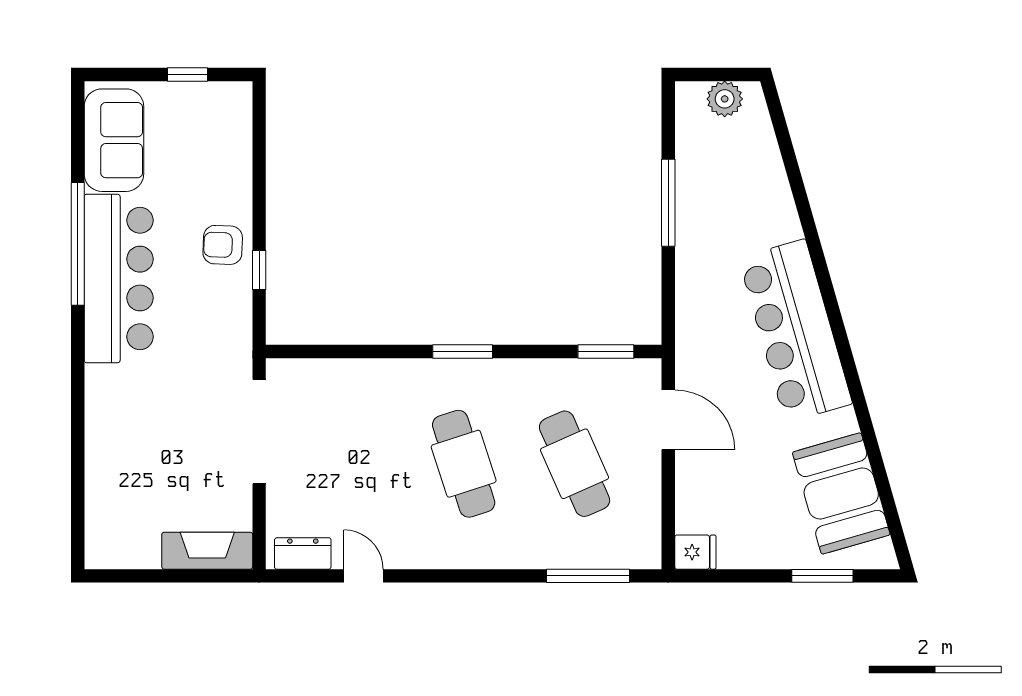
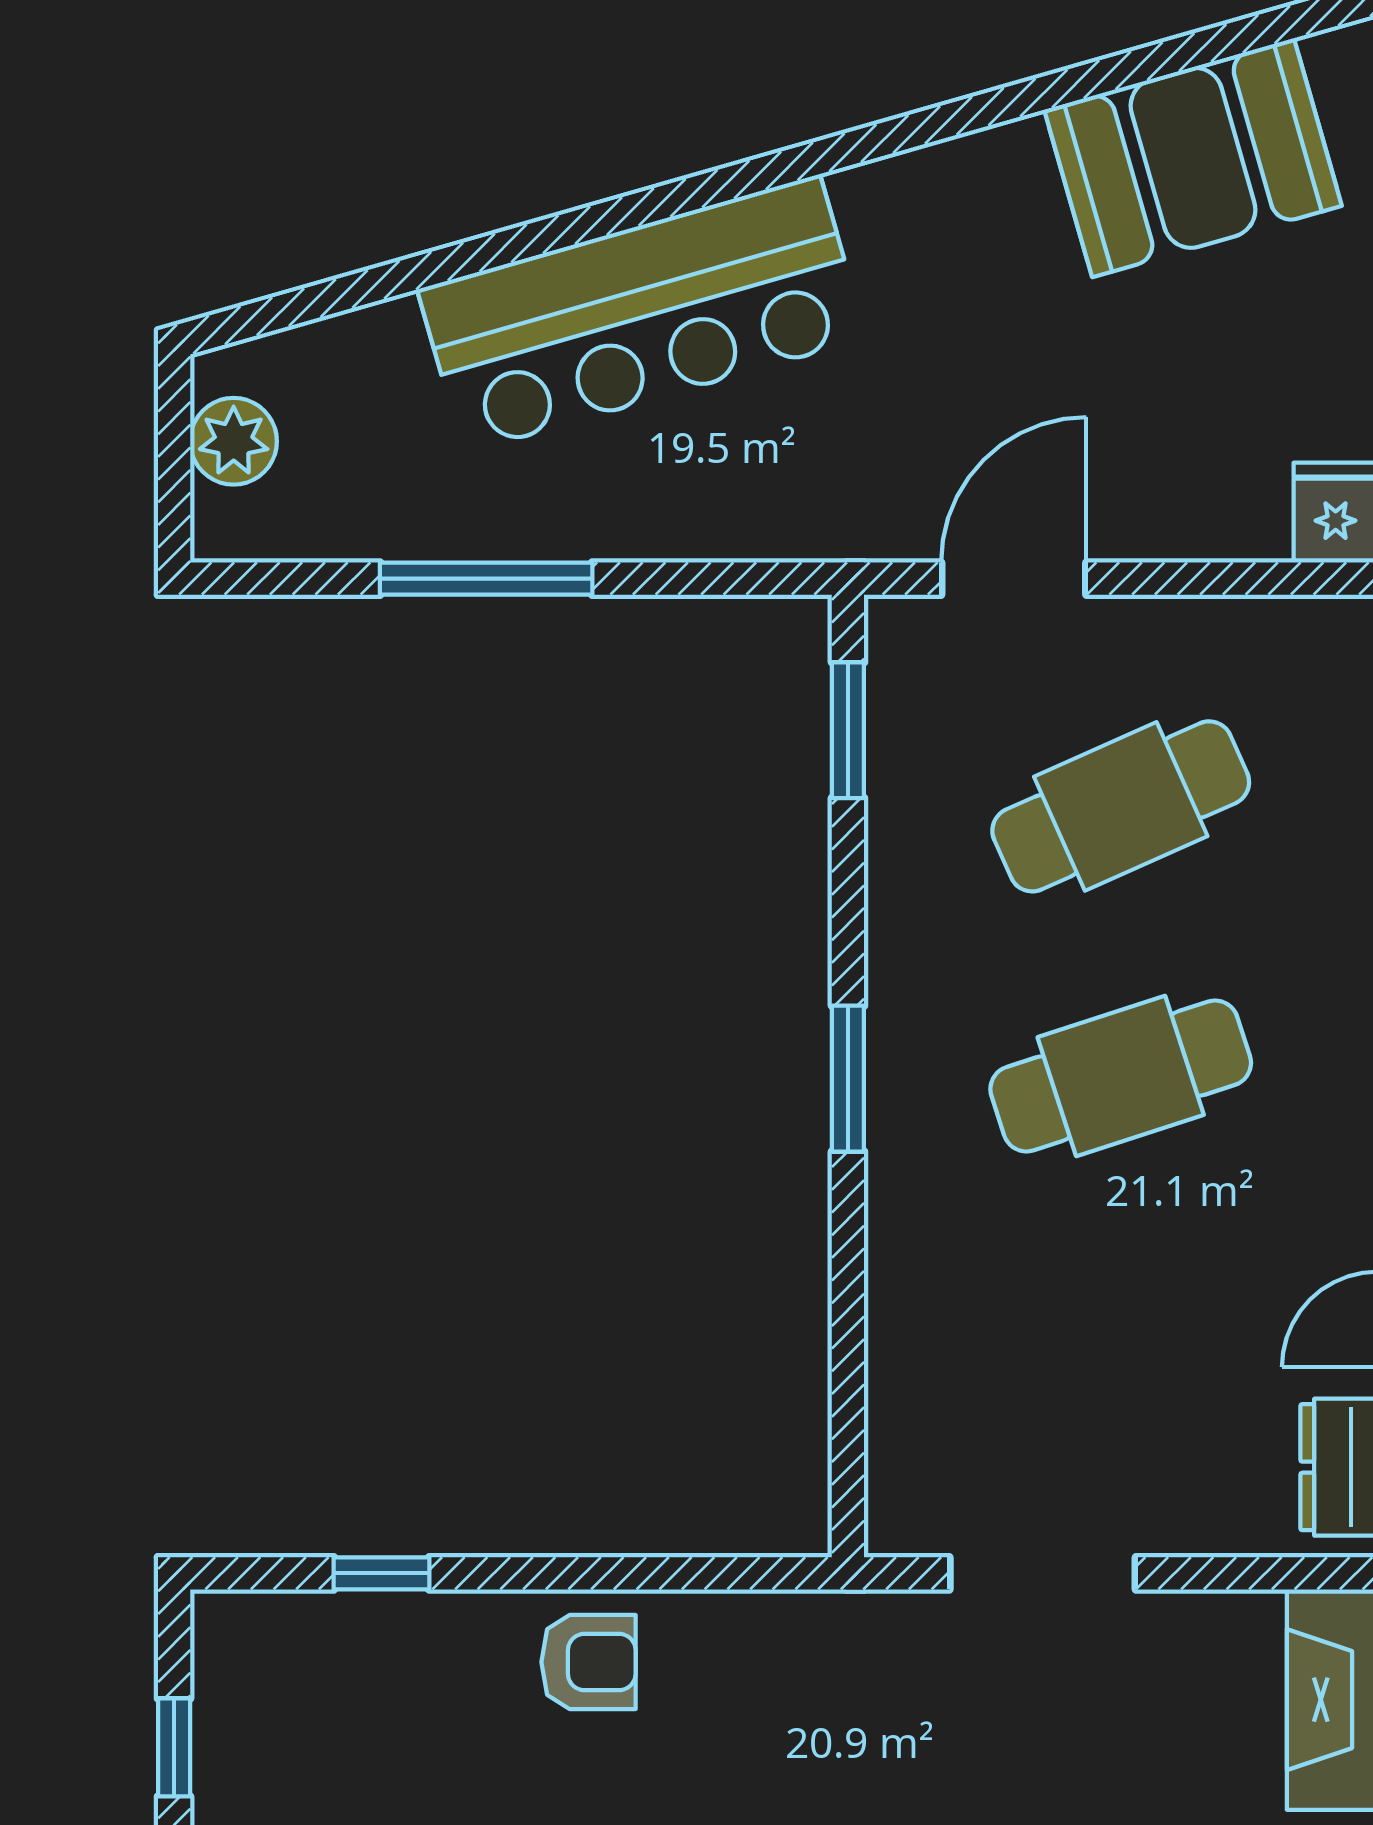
armchair: (223, 245) -> (589, 1662), turned -92
window: (259, 270) -> (381, 1573), moved
bar counter: (795, 331) -> (642, 314), moved
doorway: (259, 432) -> (1043, 1573), width x0.73

